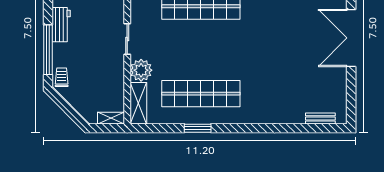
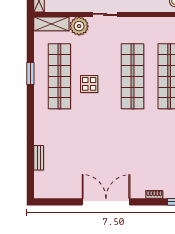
display table: (210, 58) -> (89, 84), added
bench: (320, 118) -> (39, 158), moved

